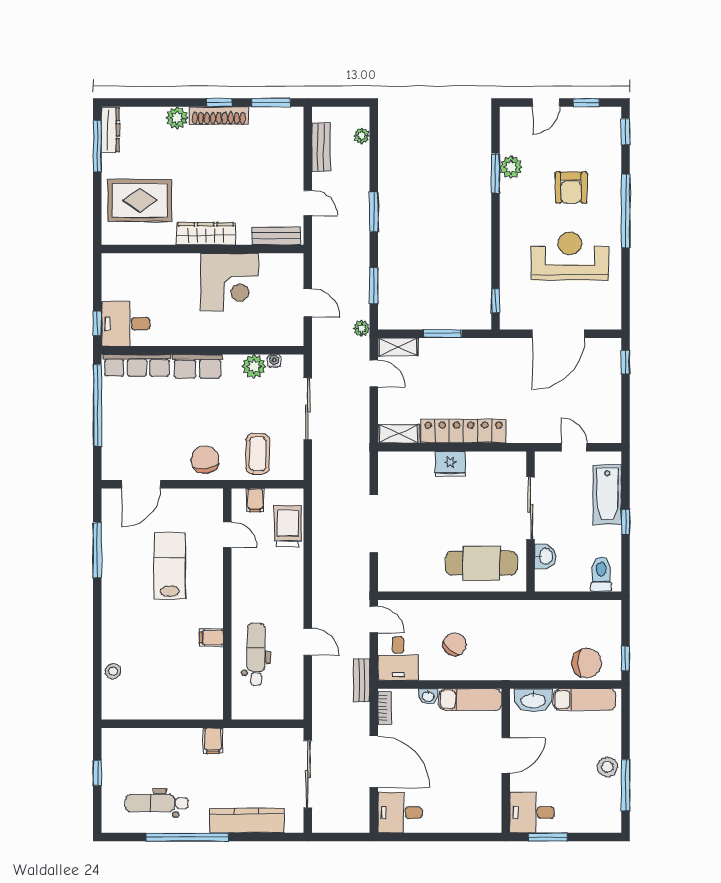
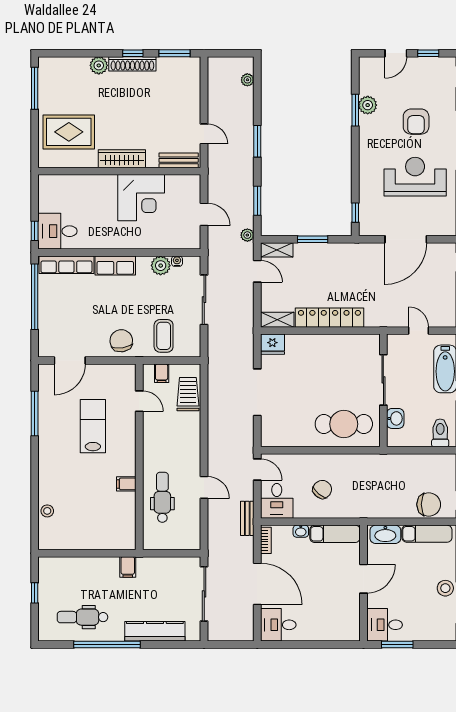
dresser: (110, 130) -> (45, 75), removed
bench: (321, 147) -> (215, 89), removed
fridge: (450, 464) -> (272, 344), moved

